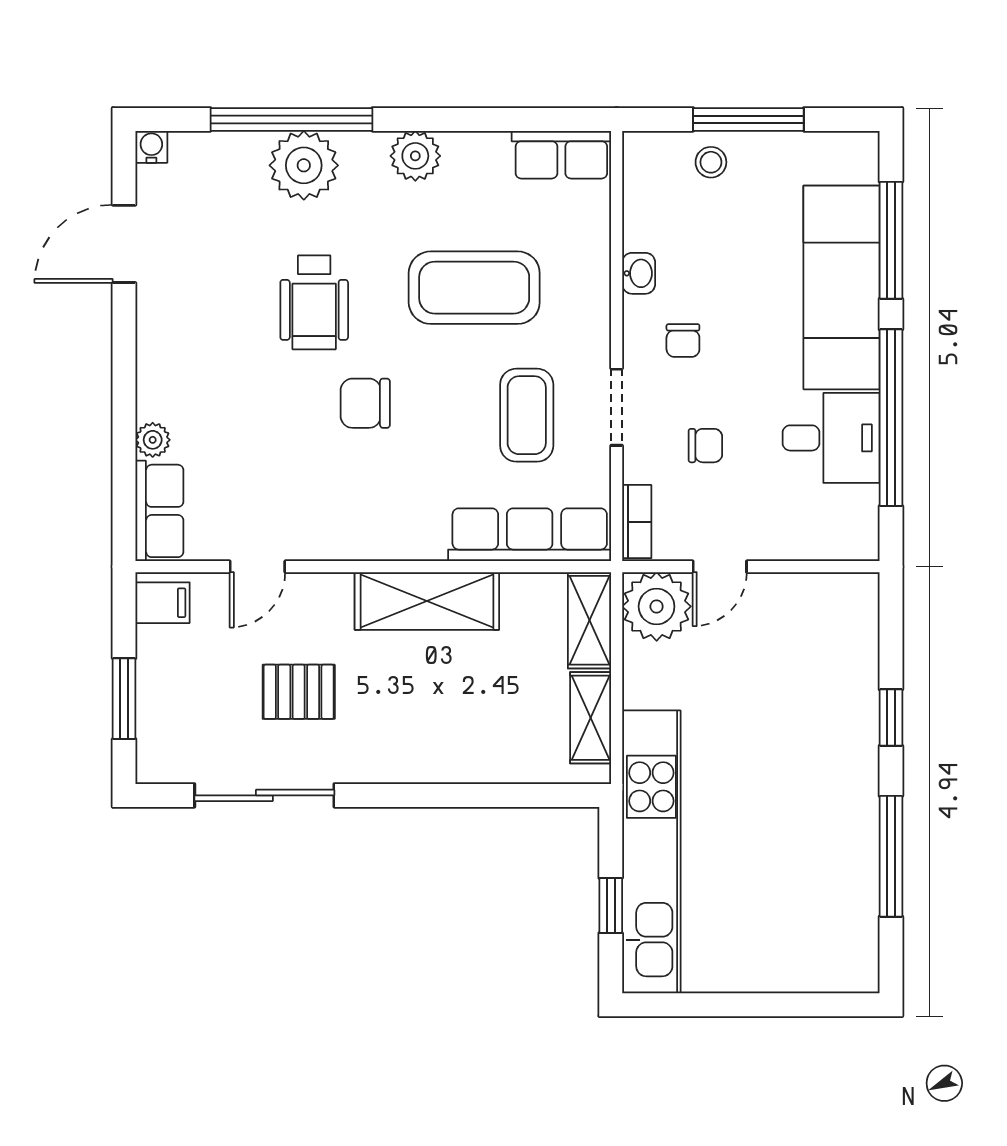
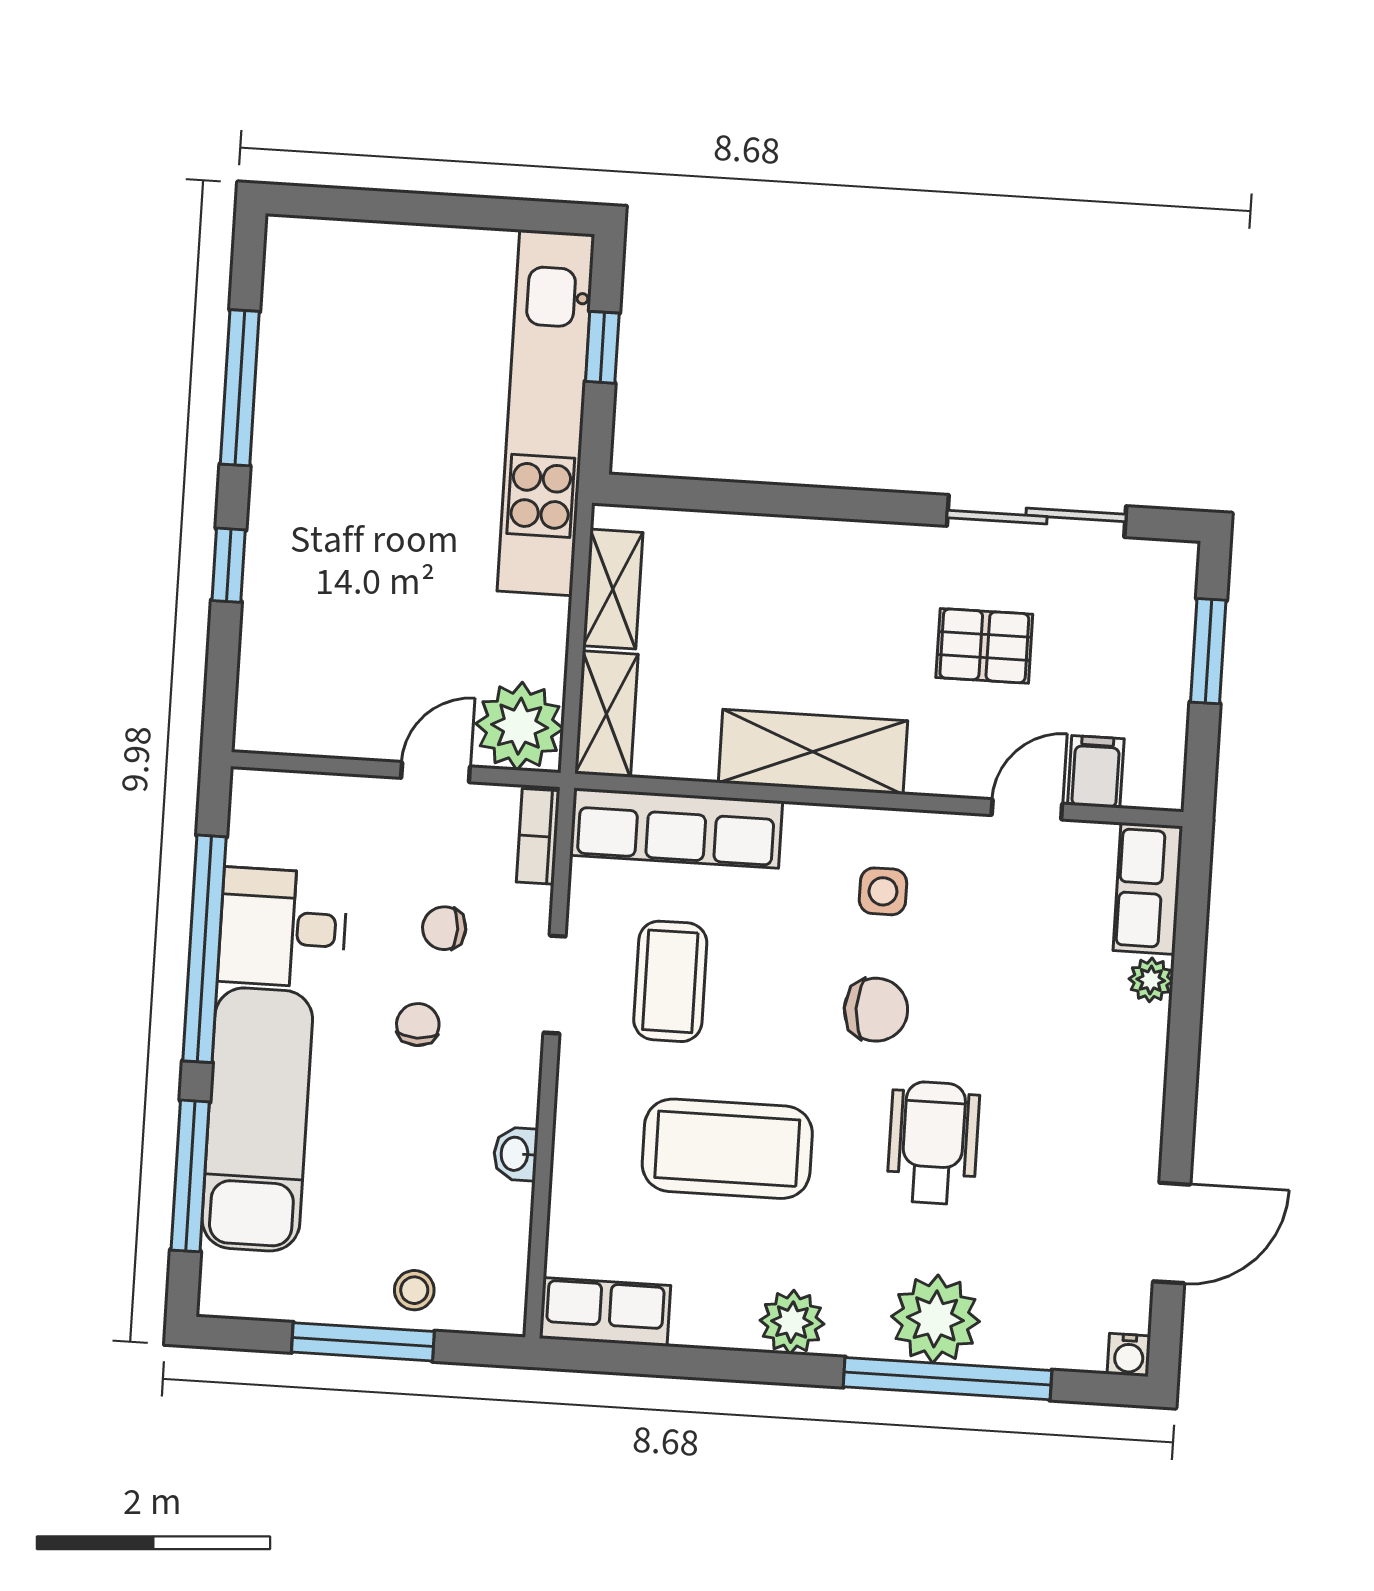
chair: (683, 341) -> (418, 1025), moved
side table: (366, 496) -> (883, 891), added
filing cabinet: (163, 603) -> (1096, 772), moved, turned 90

